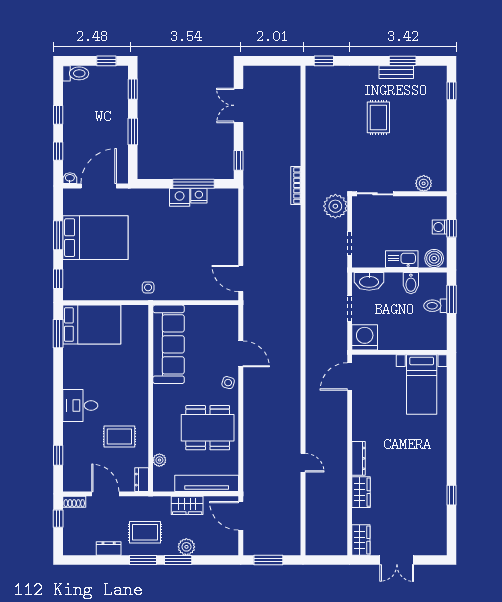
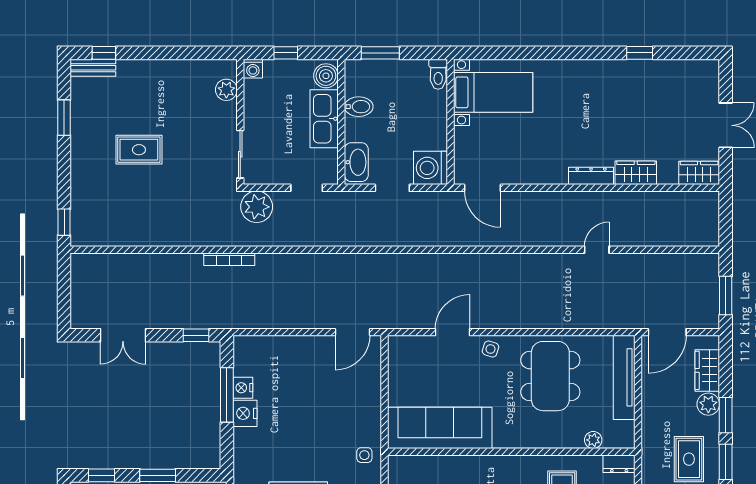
bench: (396, 72) -> (93, 68), moved, turned 90
washing machine: (440, 227) -> (253, 69), moved
kitchen sink: (402, 259) -> (324, 119), width x1.36, depth x1.24
toilet: (435, 306) -> (438, 74), moved
wardrobe: (187, 505) -> (707, 370), moved, turned 180

